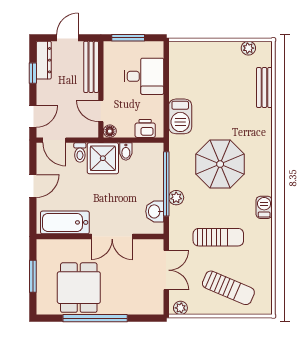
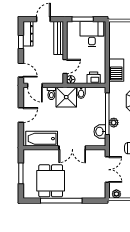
desk: (144, 76) -> (92, 34), moved, turned -90
door: (101, 111) -> (65, 66), swing flipped
door: (33, 116) -> (21, 70), hinge flipped

